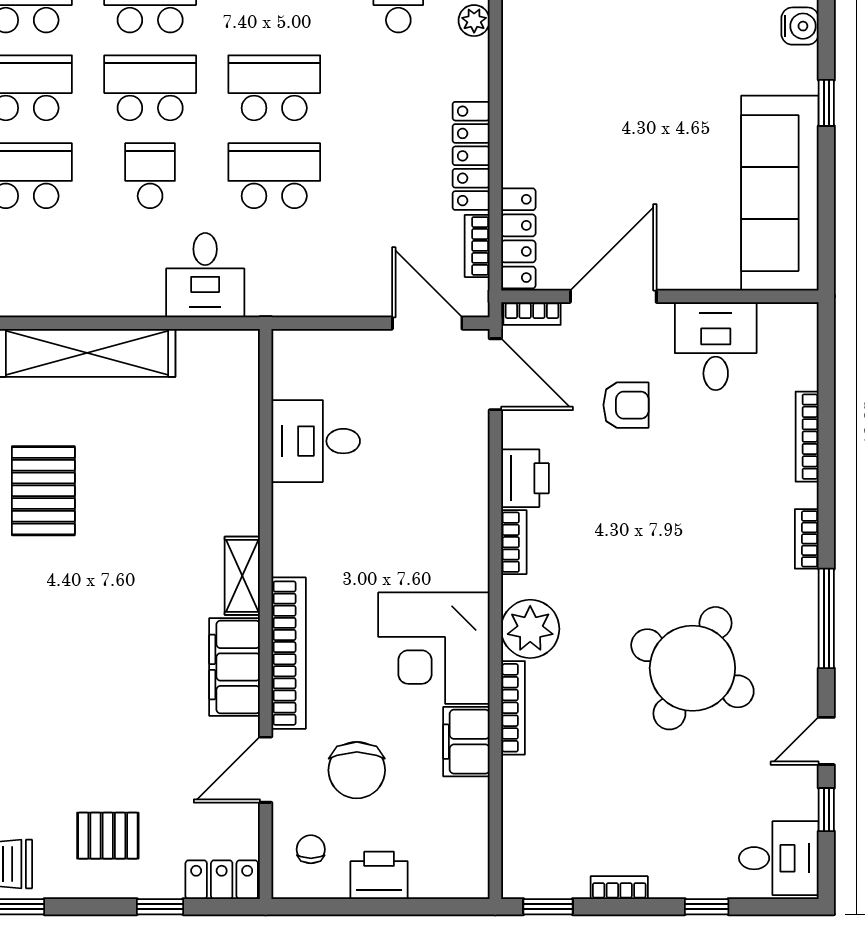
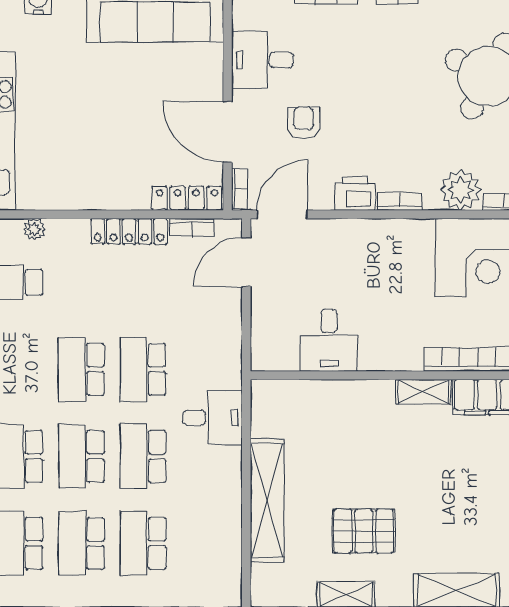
school desk: (150, 176) -> (143, 456), width x1.85

